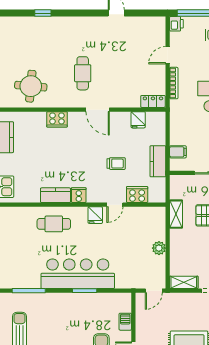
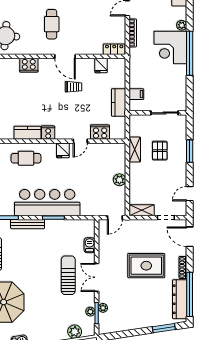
trolley: (116, 164) -> (74, 87), moved
bench: (56, 298) -> (28, 224), added

